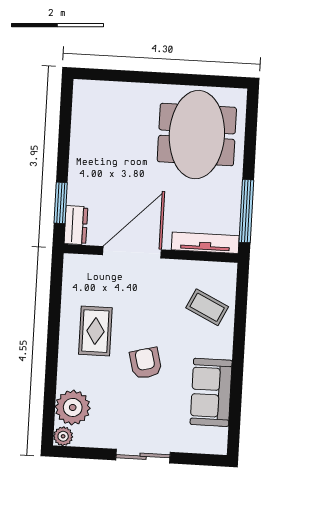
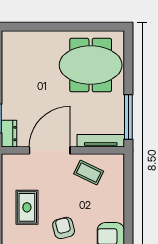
meeting table: (197, 135) -> (91, 65), turned 90
coffee table: (207, 307) -> (89, 173), moved

